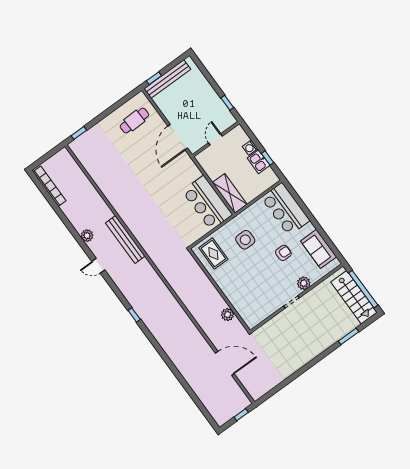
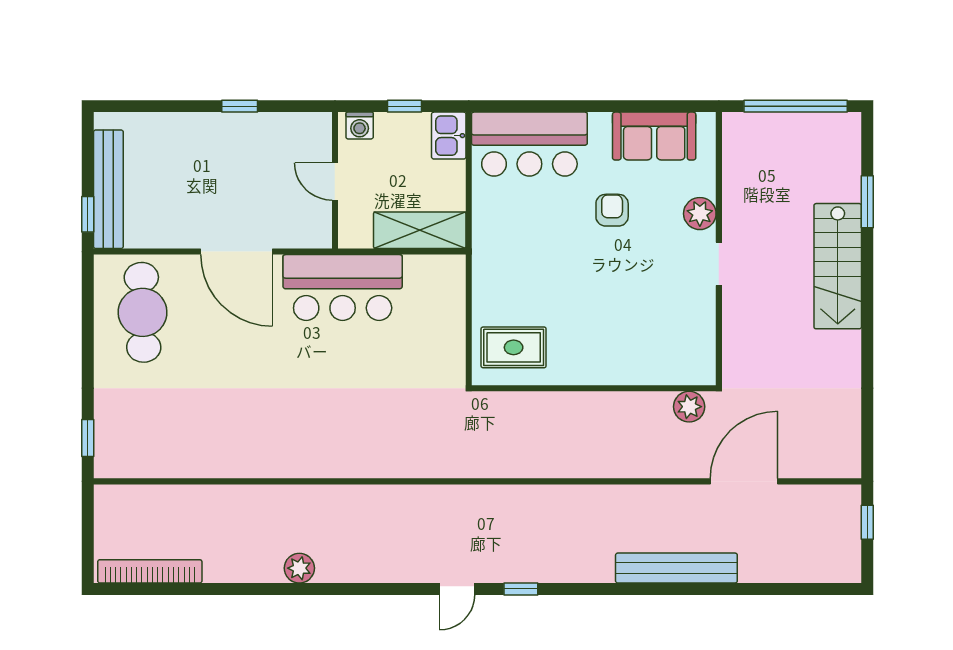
cafe table: (134, 121) -> (143, 312), width x1.37, depth x1.35
door: (215, 139) -> (335, 182), moved
wall: (216, 139) -> (335, 180), moved
kitchen sink: (259, 162) -> (449, 136), moved, turned 90
bar counter: (207, 203) -> (343, 288), moved
bench: (125, 240) -> (676, 568), moved
side table: (245, 240) -> (532, 266), removed
door: (98, 266) -> (457, 589), moved
stairs: (354, 297) -> (838, 266), moved, turned 90
plant: (228, 315) -> (689, 407), moved

